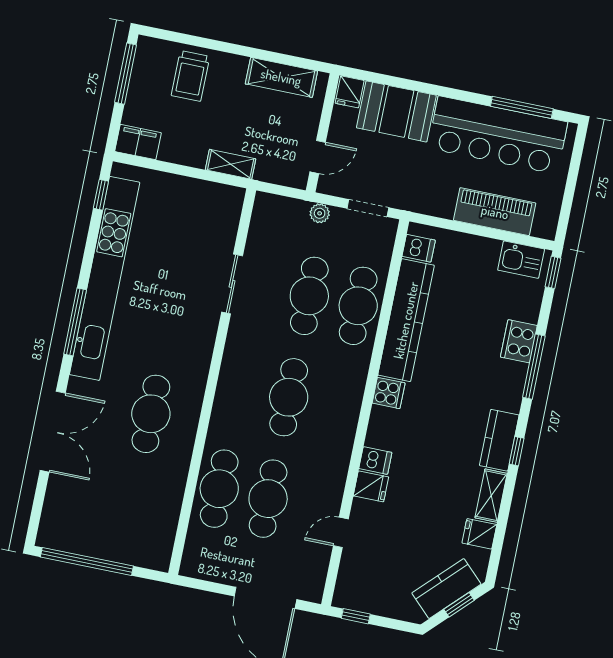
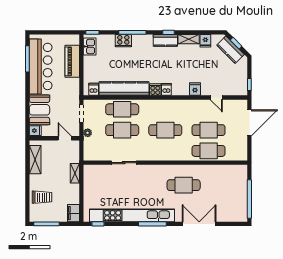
dishwasher: (375, 460) -> (166, 89), moved

